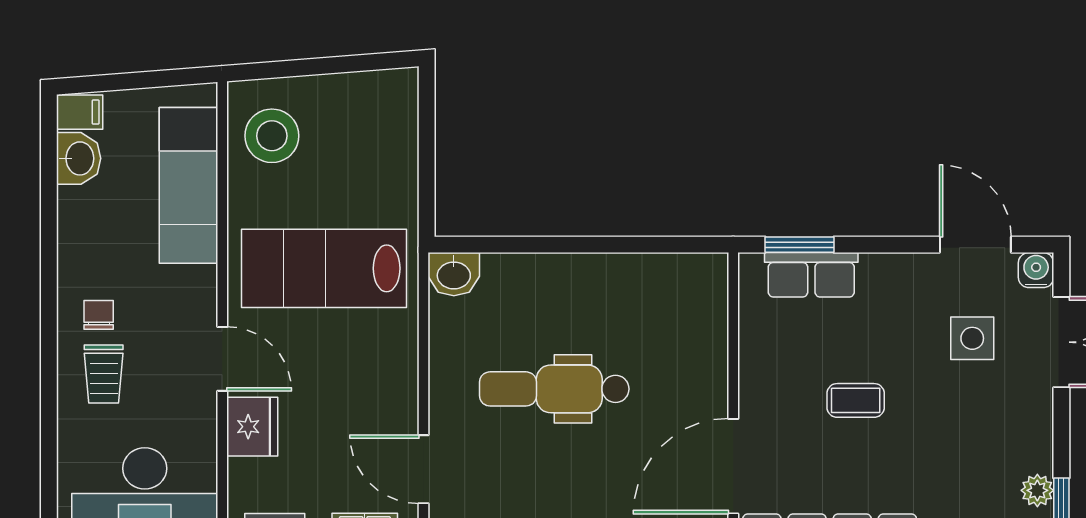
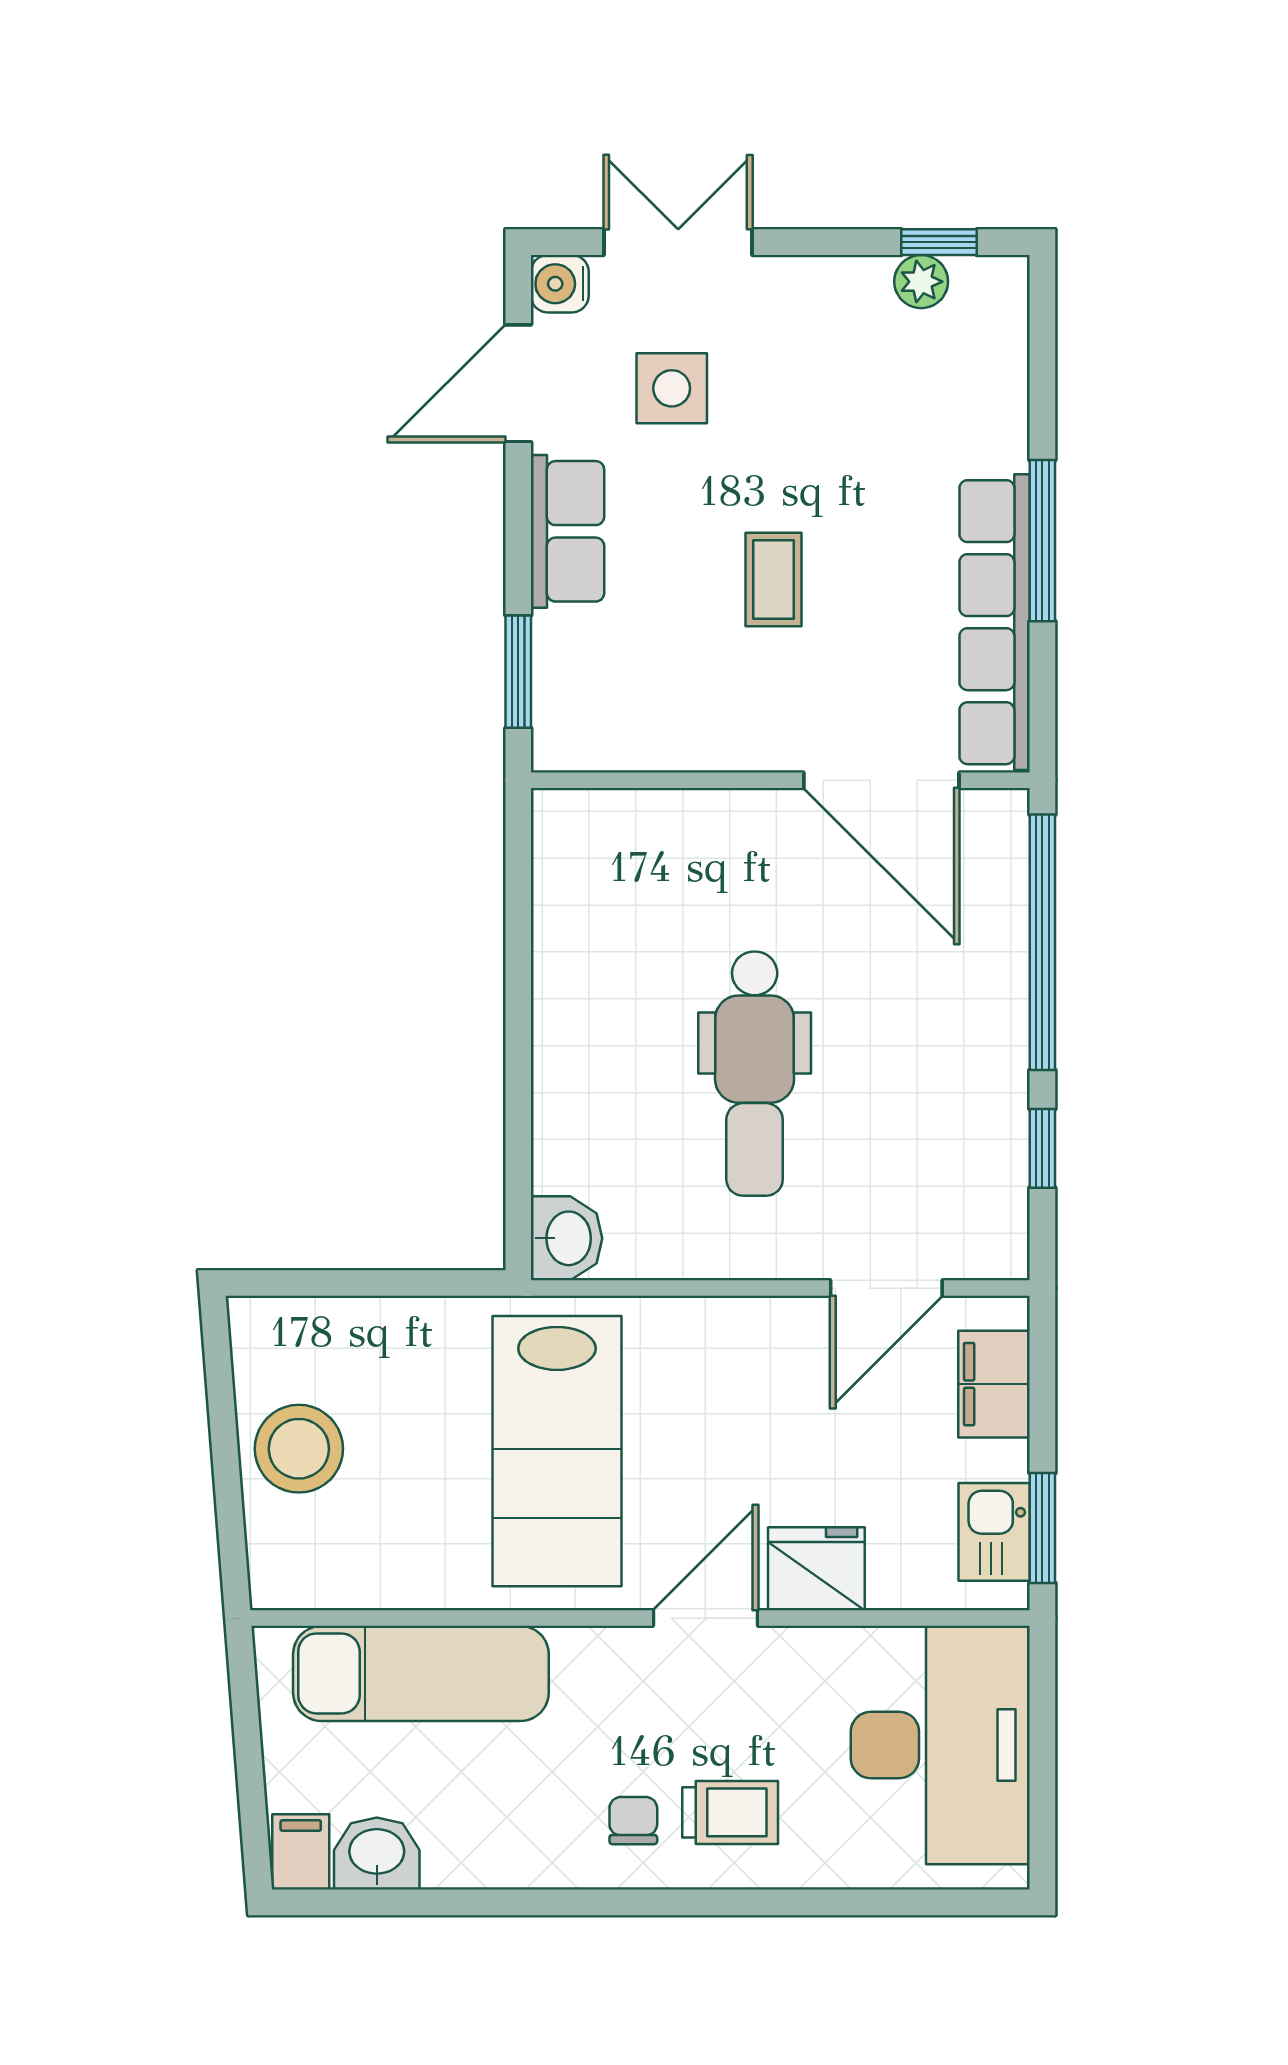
stool: (272, 136) -> (299, 1449), moved
row of seats: (811, 275) -> (567, 531), moved
chair: (99, 315) -> (633, 1821), turned 90

